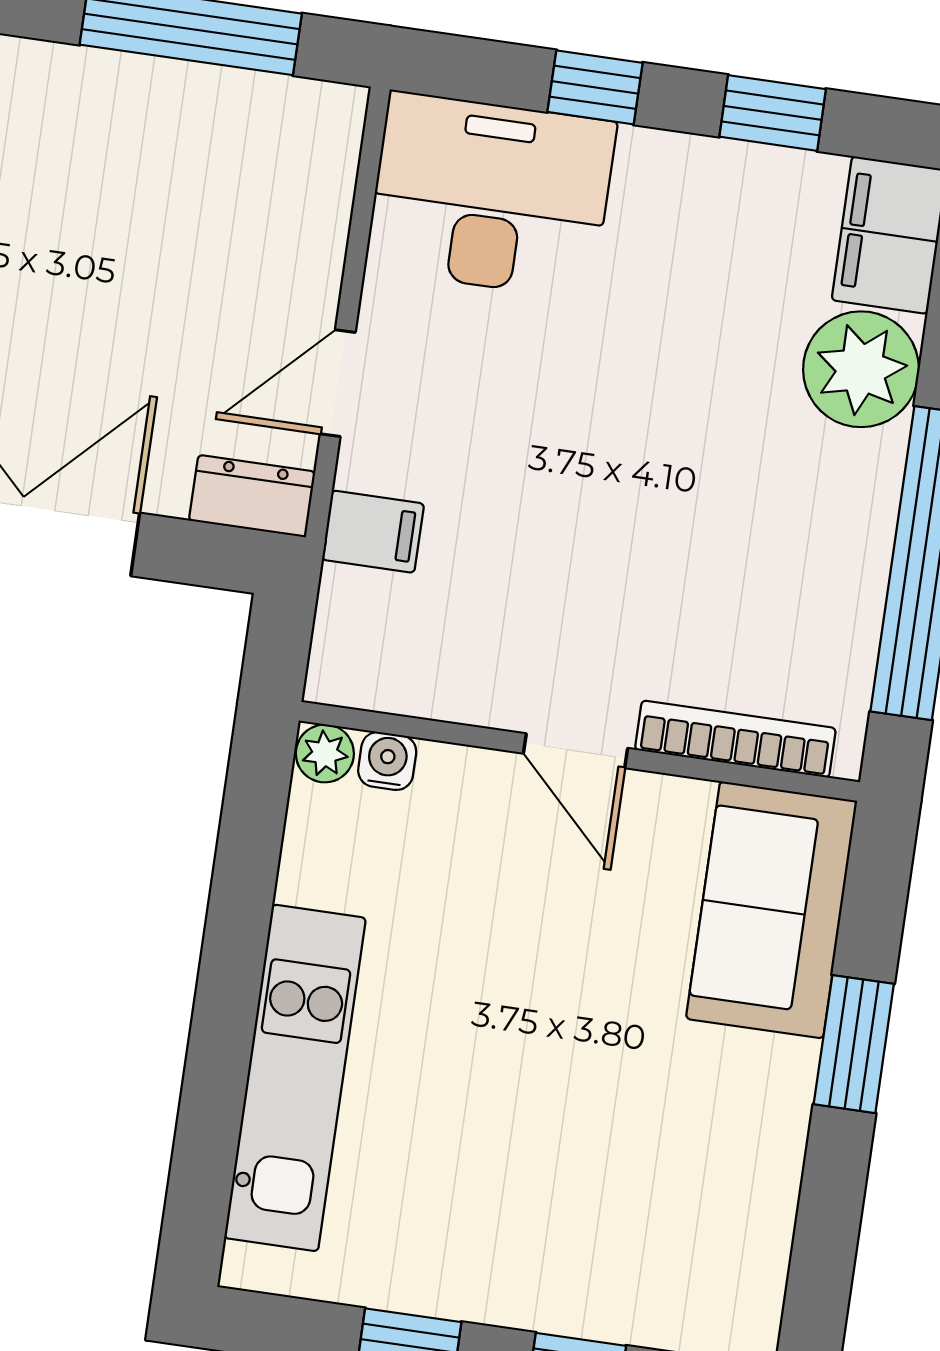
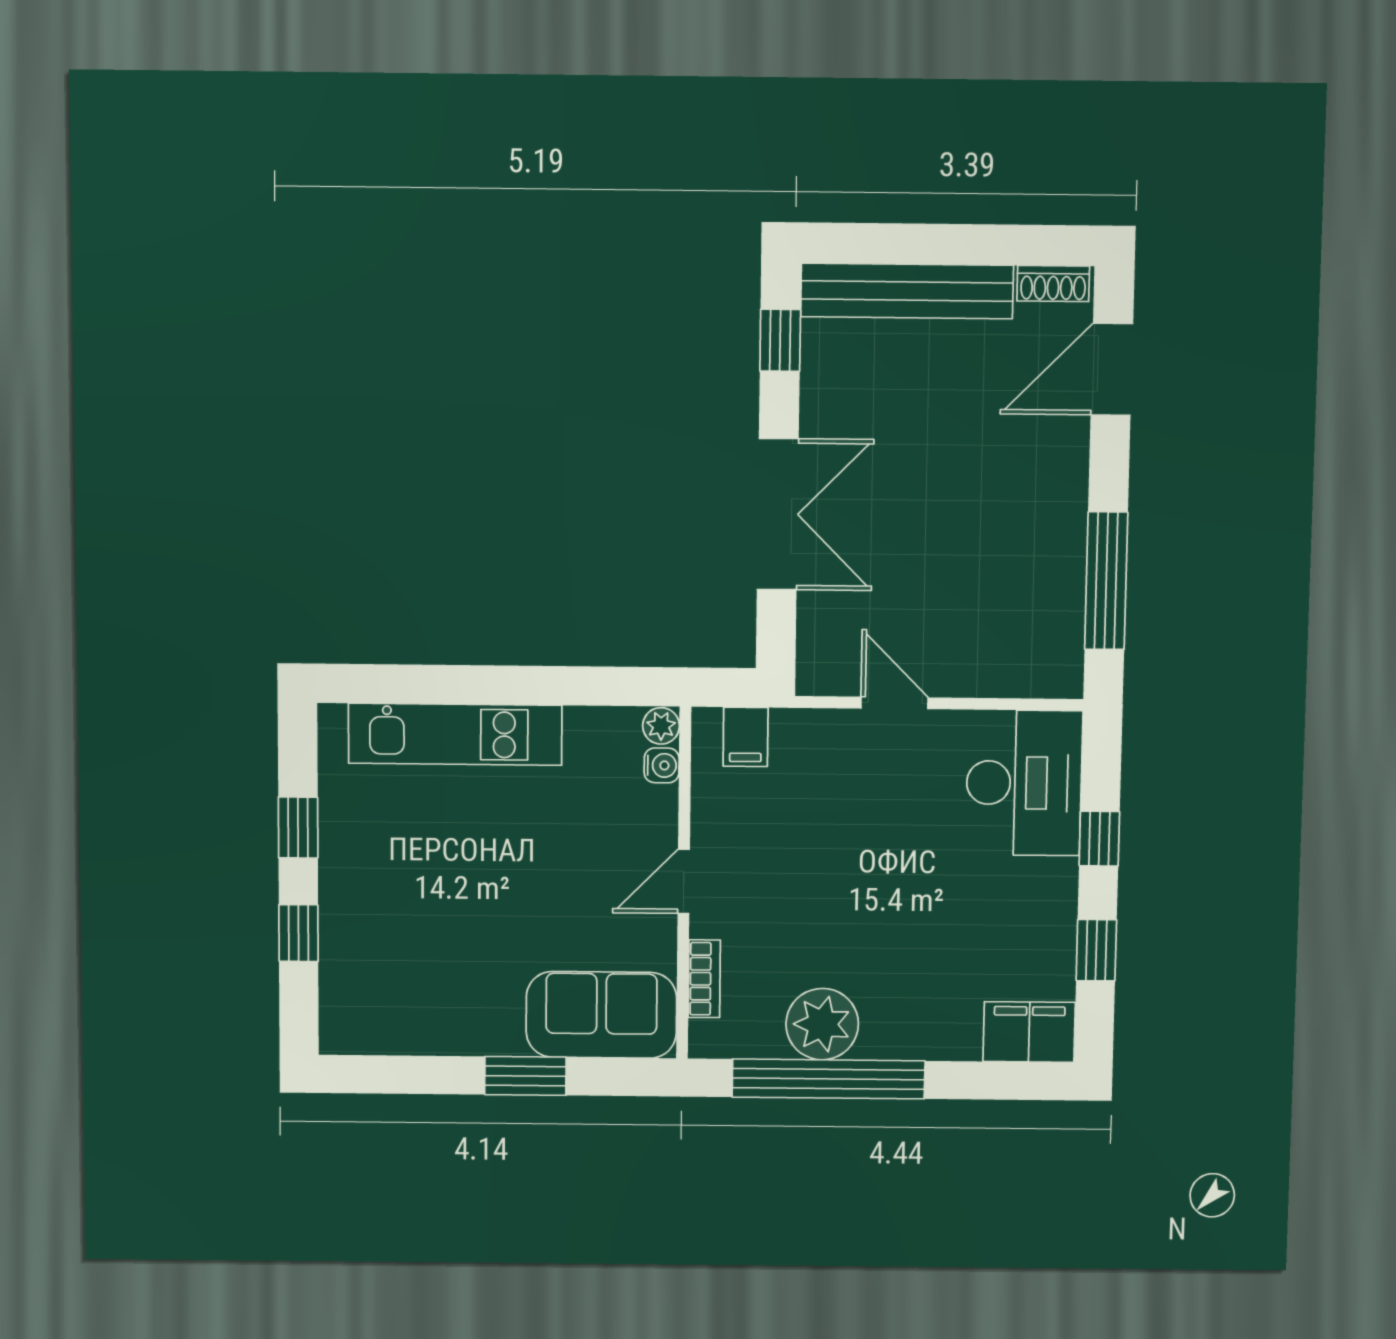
plant: (861, 369) -> (822, 1024), moved
dresser: (252, 496) -> (817, 659), removed
filing cabinet: (373, 532) -> (746, 737), moved
bookcase: (735, 739) -> (704, 979), width x0.64

